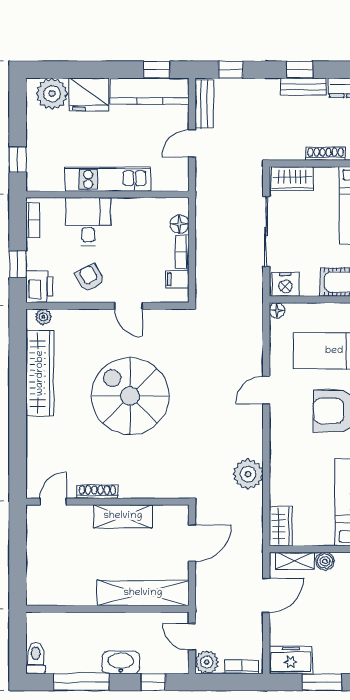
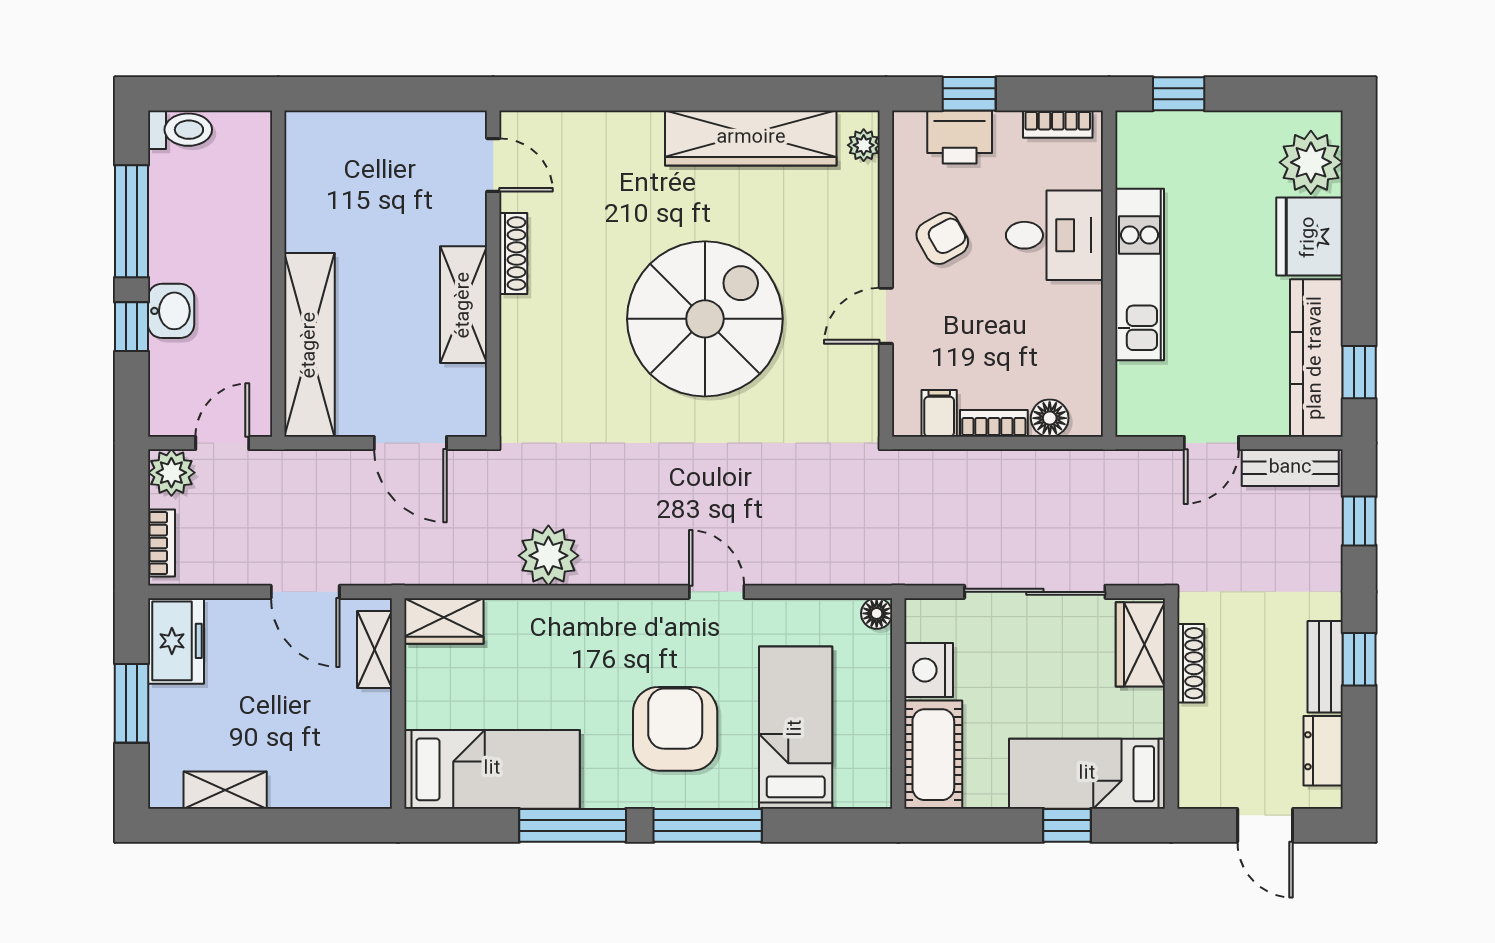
door: (192, 143) -> (1211, 443), swing flipped
shoe rack: (326, 154) -> (1191, 663), moved
nightstand: (285, 284) -> (929, 670), moved
printer: (39, 287) -> (960, 137), moved
boiler: (325, 561) -> (374, 710), removed
washbasin: (121, 662) -> (171, 311), width x0.72
window: (153, 682) -> (131, 327), moved

